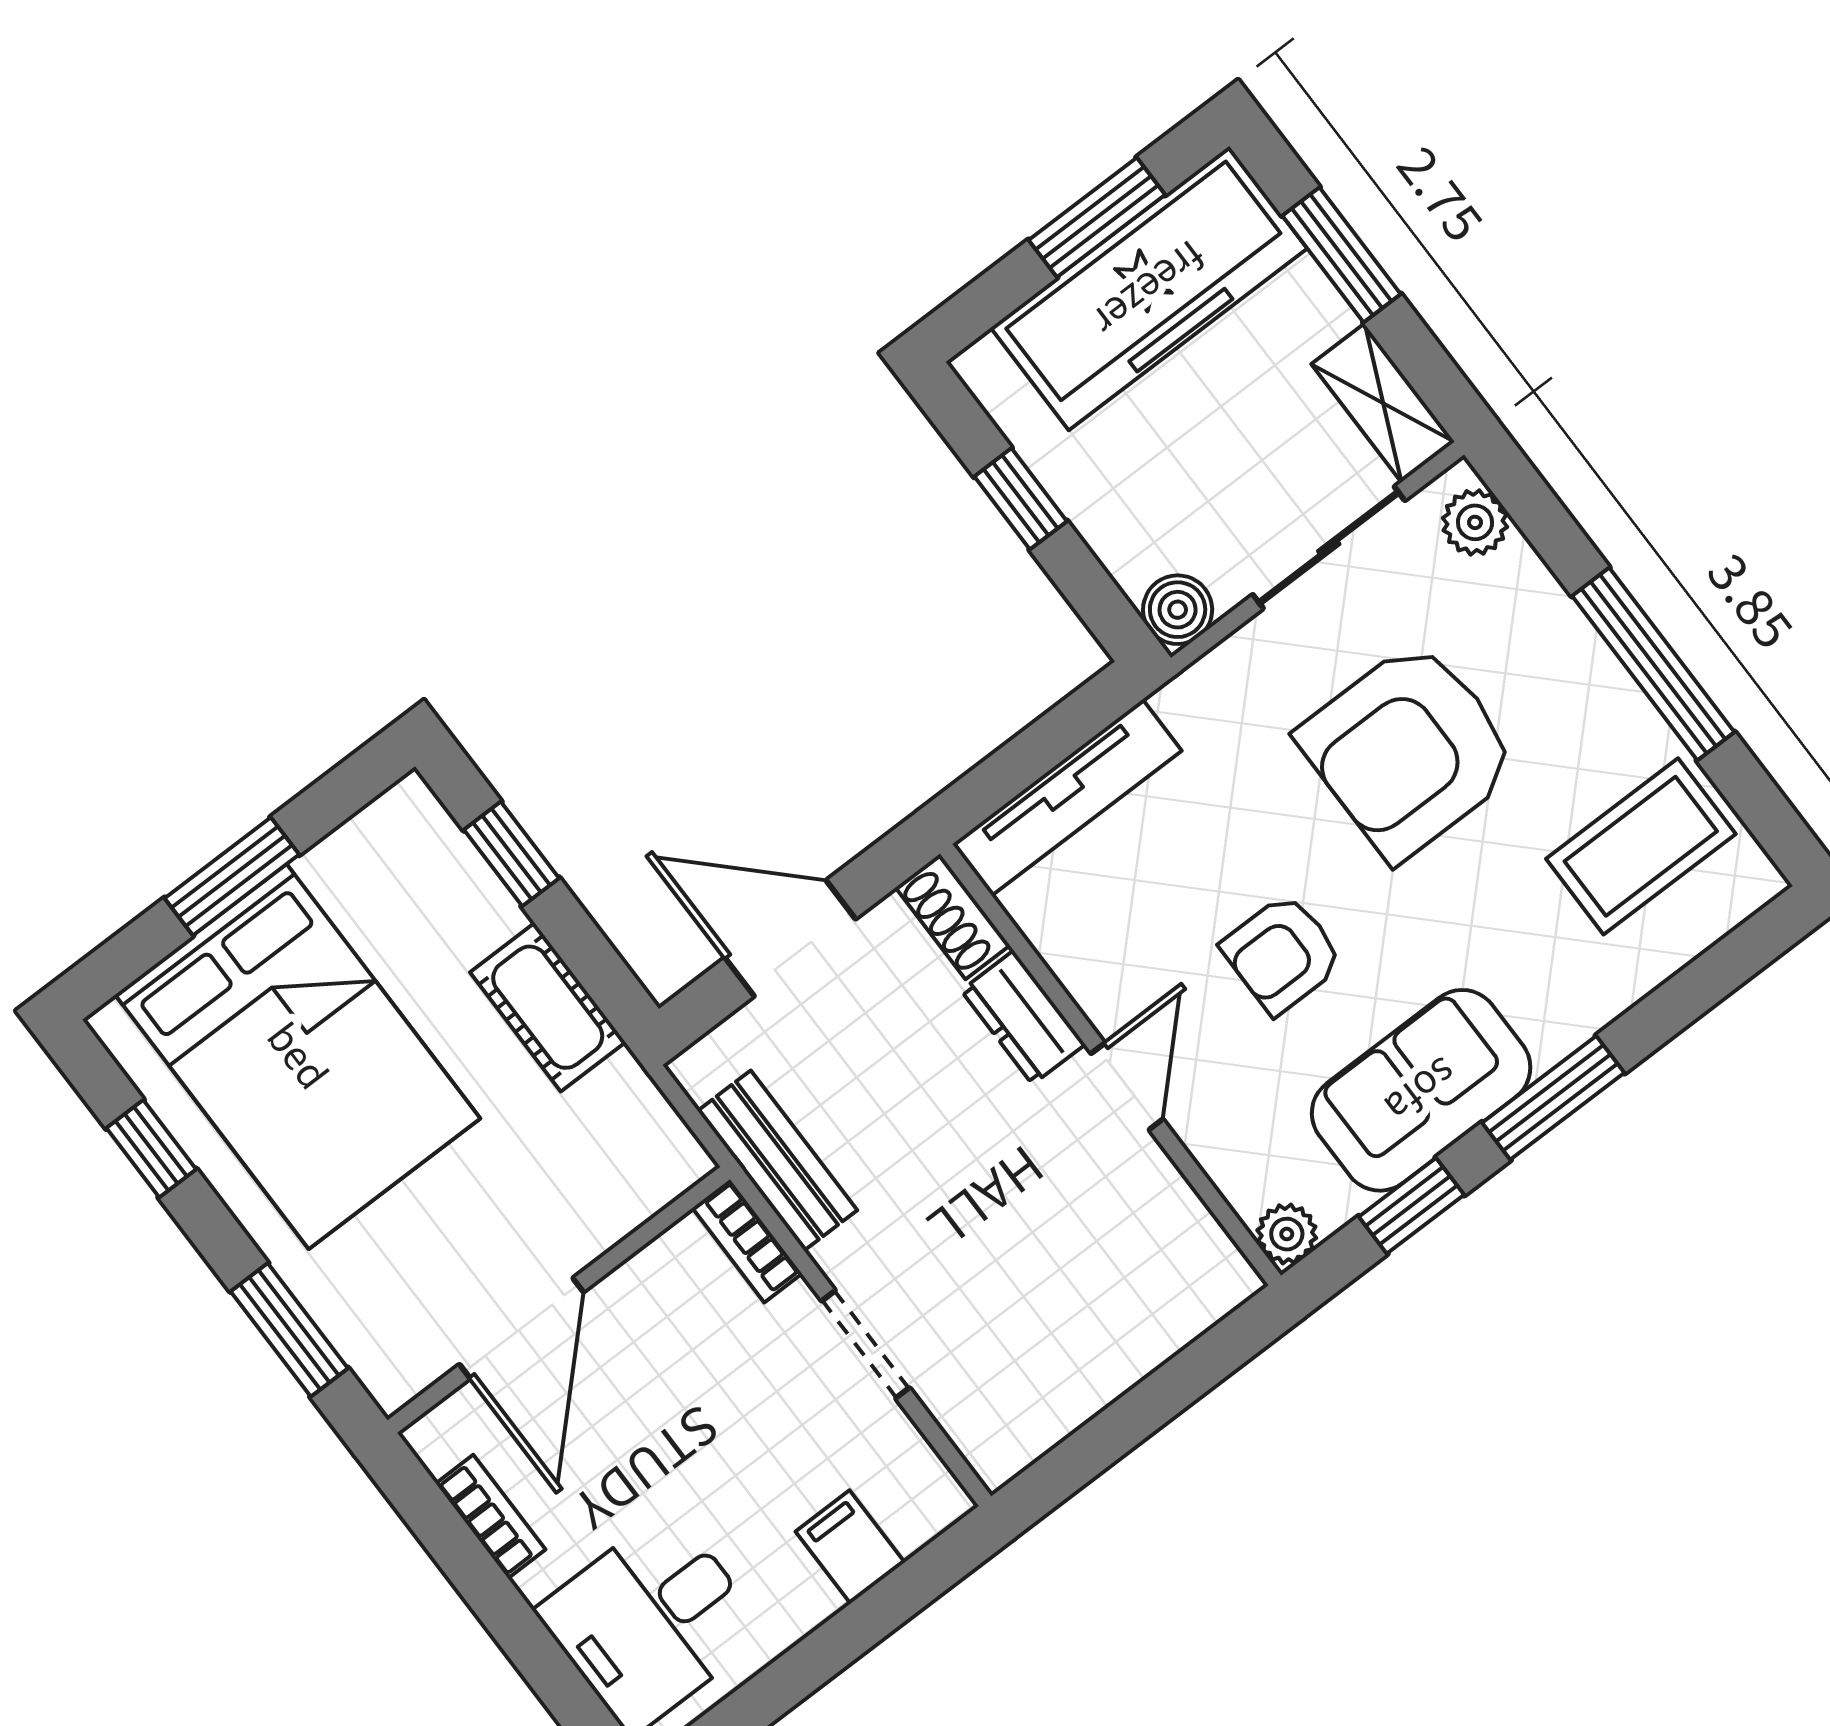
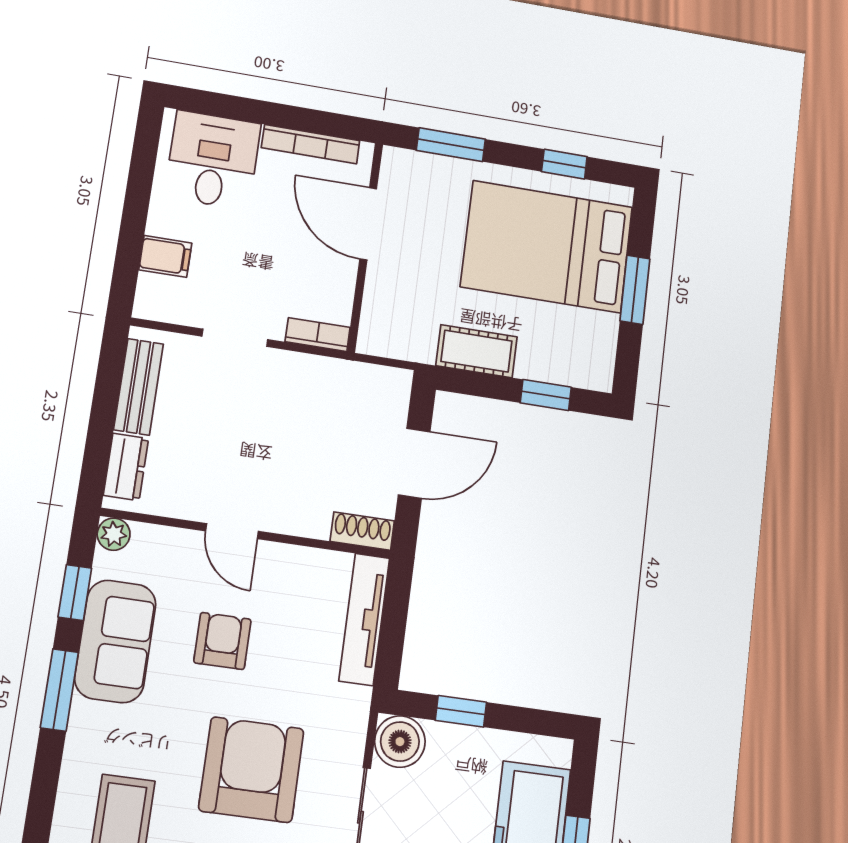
window: (1021, 499) -> (461, 711), moved
boiler: (1178, 610) -> (400, 742), width x1.36, depth x1.36
dresser: (1023, 1017) -> (126, 467), moved, turned 90
bench: (777, 1161) -> (139, 387), moved, turned 90
bookcase: (491, 1517) -> (311, 144), width x1.56

